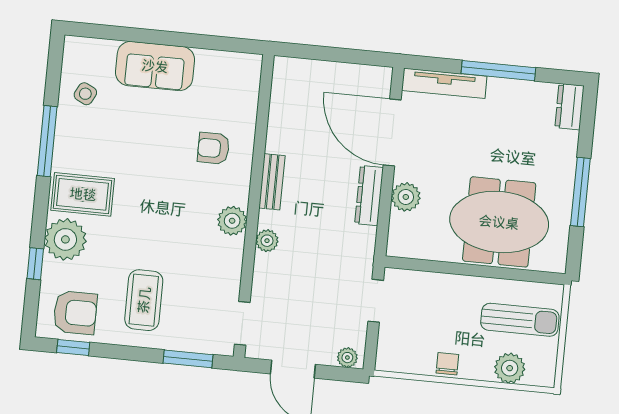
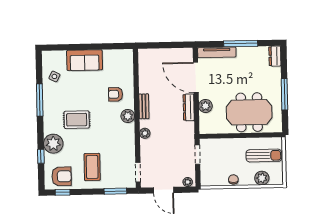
rug: (83, 194) -> (77, 120), moved
plant: (232, 221) -> (128, 116), moved

